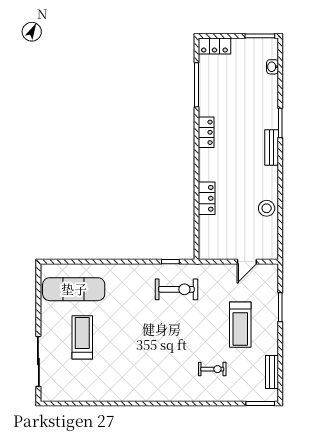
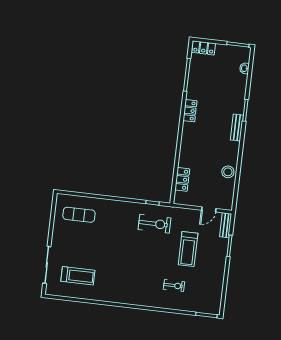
locker: (207, 198) -> (182, 179), moved
exercise mat: (74, 289) -> (79, 215), width x0.73, depth x0.69
treadmill: (240, 325) -> (188, 249), moved
treadmill: (82, 337) -> (78, 276), moved, turned 90
bench: (272, 372) -> (226, 225), moved

